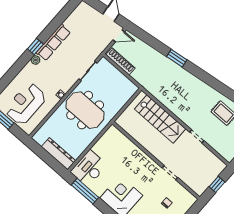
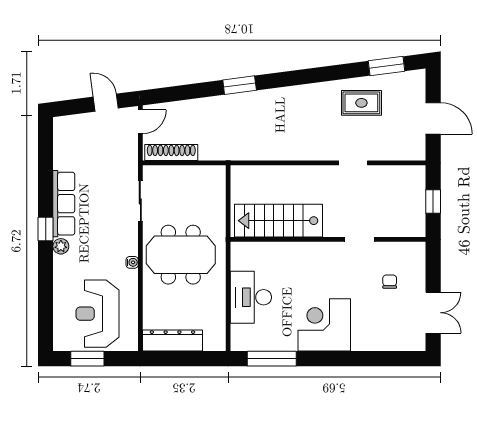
stairs: (160, 119) -> (279, 221), moved, turned 180
dresser: (58, 154) -> (172, 340), moved
desk: (89, 168) -> (251, 297), moved

